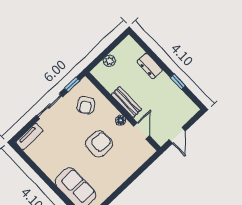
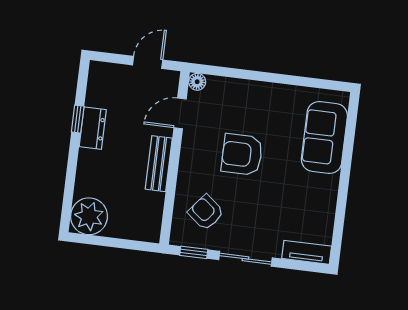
plant: (109, 61) -> (89, 216), moved, width x1.88, depth x1.88
dresser: (150, 66) -> (93, 128), moved
armchair: (86, 105) -> (206, 212), turned -108
floor lamp: (121, 120) -> (197, 82), moved

